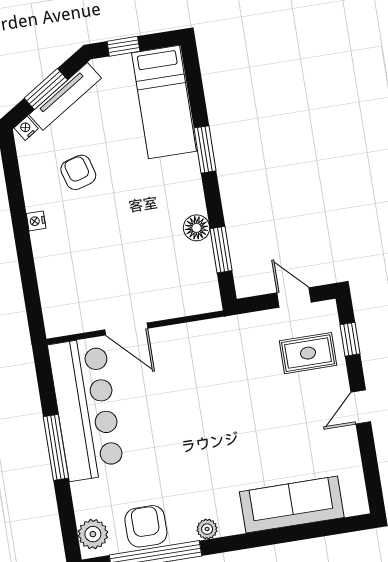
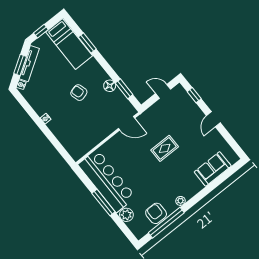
window: (205, 149) -> (87, 43), moved
armchair: (78, 172) -> (79, 93), moved
door: (126, 329) -> (127, 123), moved
rug: (308, 353) -> (165, 148), moved
sofa: (292, 505) -> (213, 169), width x0.73
plant: (93, 534) -> (126, 215), moved

